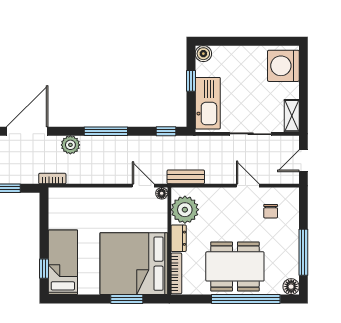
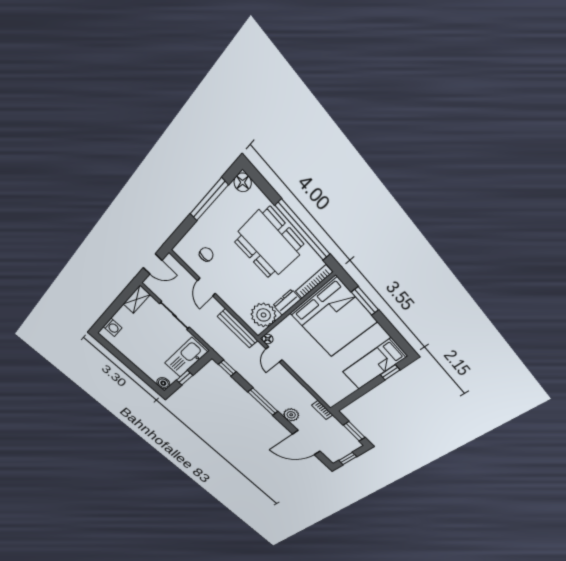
washing machine: (283, 66) -> (113, 327), width x0.53, depth x0.53
bench: (186, 177) -> (238, 329), width x1.36
window: (246, 299) -> (303, 230), moved

